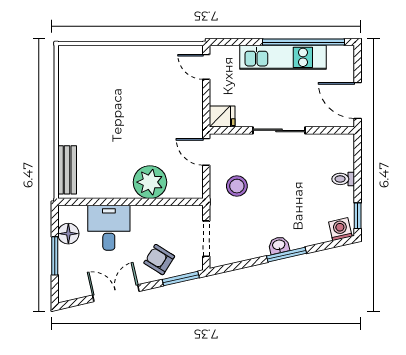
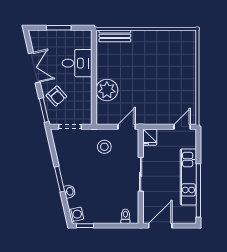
toilet: (343, 179) -> (125, 216), moved
floor lamp: (68, 234) -> (73, 37), removed
washbasin: (279, 245) -> (70, 191), moved
armchair: (159, 260) -> (56, 96), turned 107

